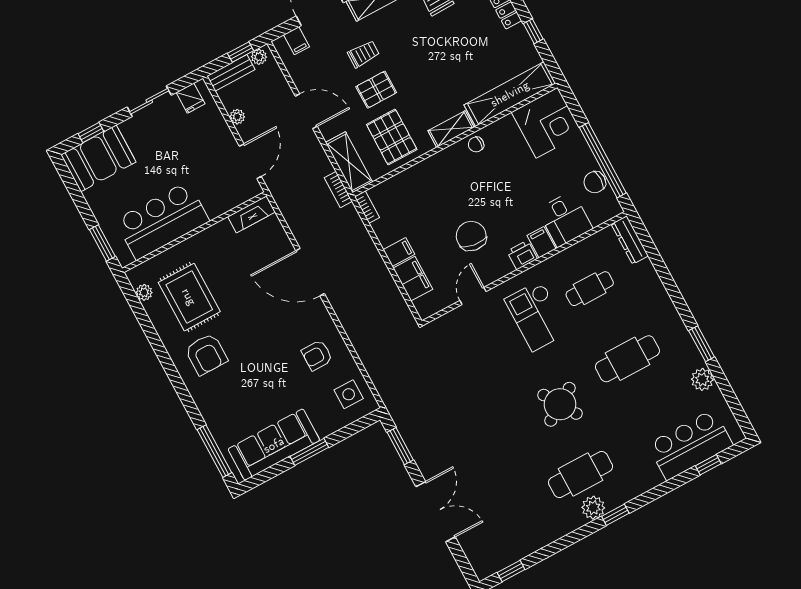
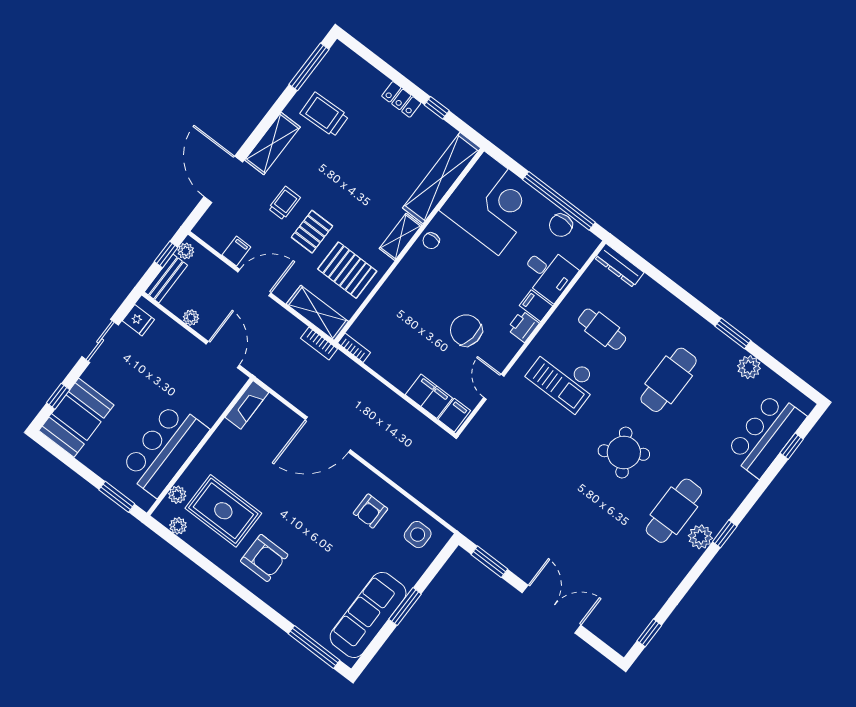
filing cabinet: (296, 41) -> (236, 251), moved, turned -90
corner desk: (547, 123) -> (491, 203), width x1.36, depth x1.36
filing cabinet: (399, 252) -> (454, 415), moved
plant: (156, 265) -> (177, 495), added
cafe table: (590, 289) -> (602, 329), turned 90

